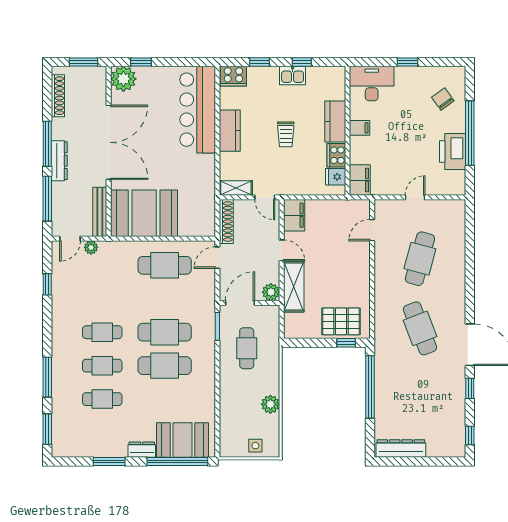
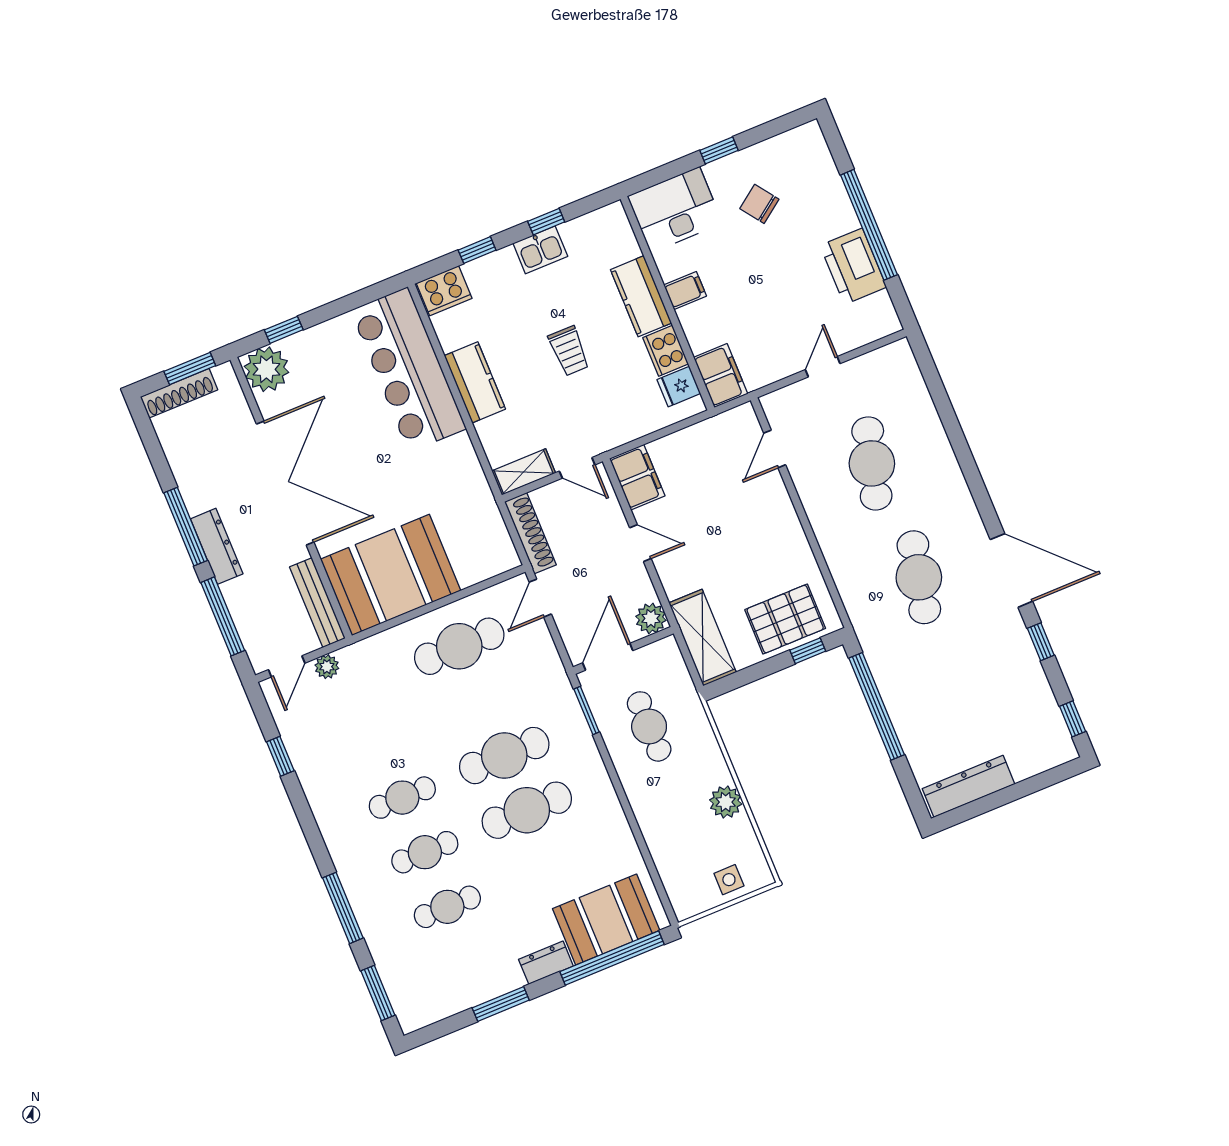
shoe rack: (58, 96) -> (179, 393), moved, turned 90
chair: (443, 99) -> (759, 204), moved
shelving: (294, 287) -> (703, 638), moved
cafe table: (420, 328) -> (919, 577), turned 33

